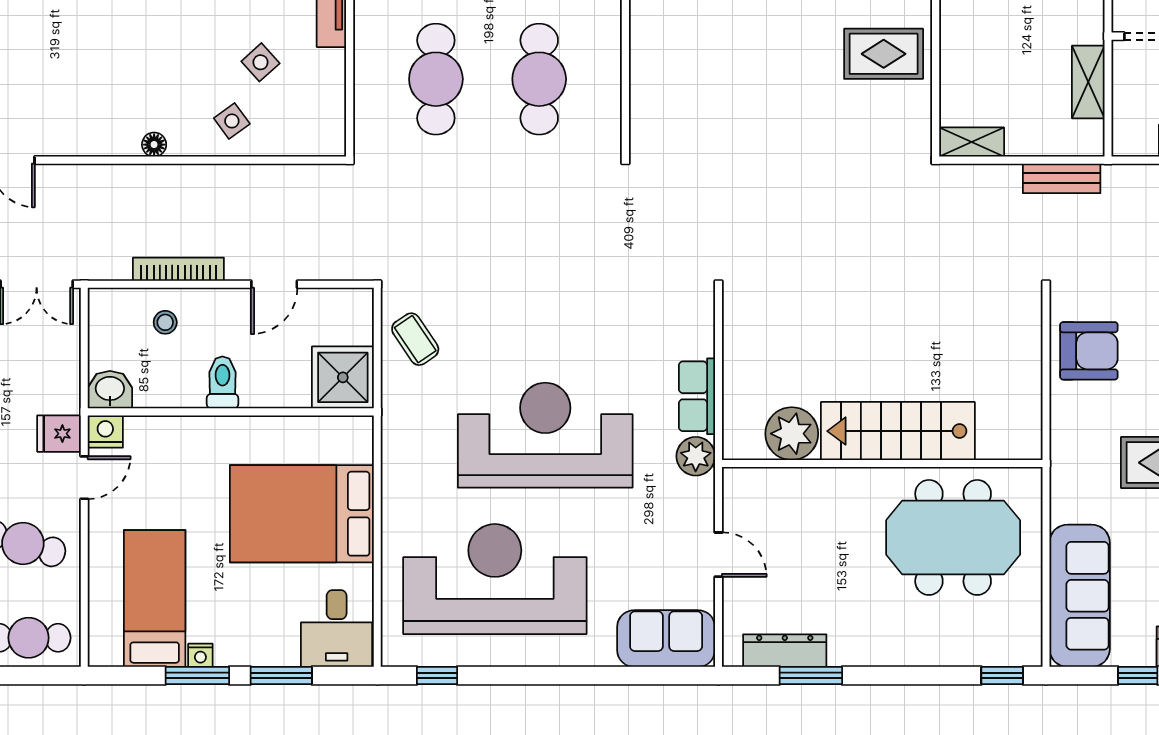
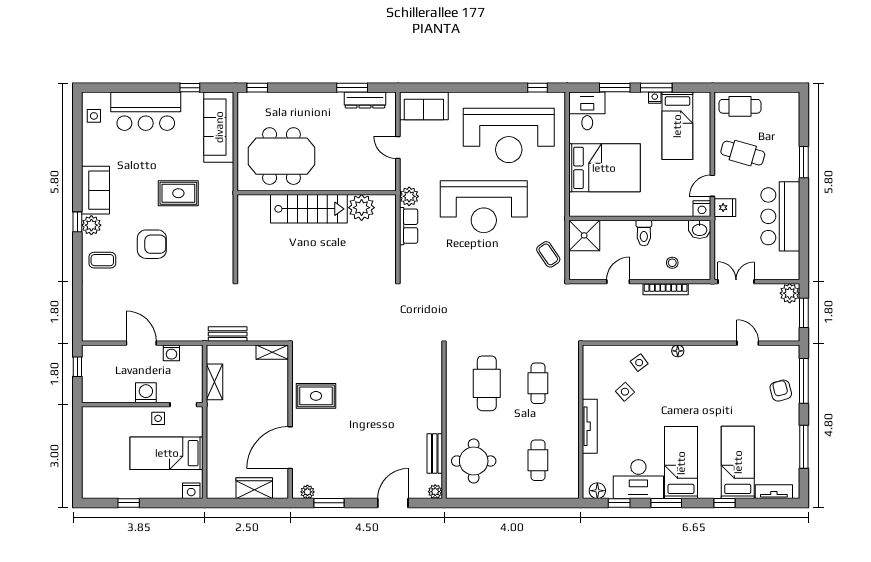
cafe table: (436, 79) -> (538, 383), width x0.73, depth x0.74
armchair: (1089, 351) -> (214, 249), removed

